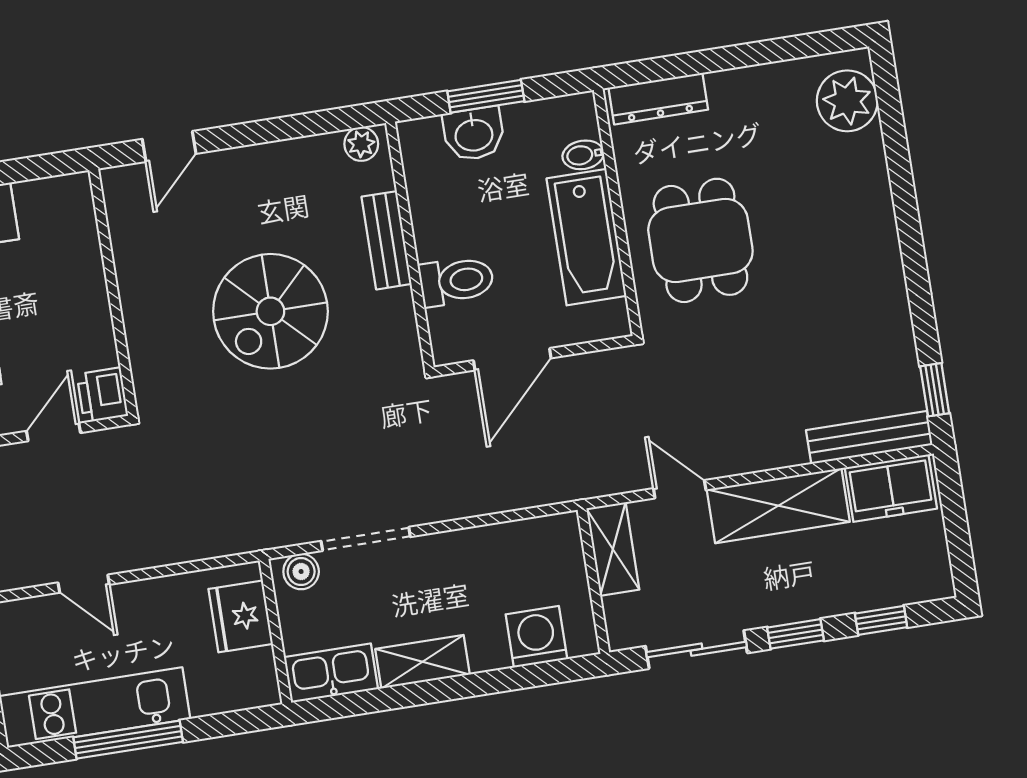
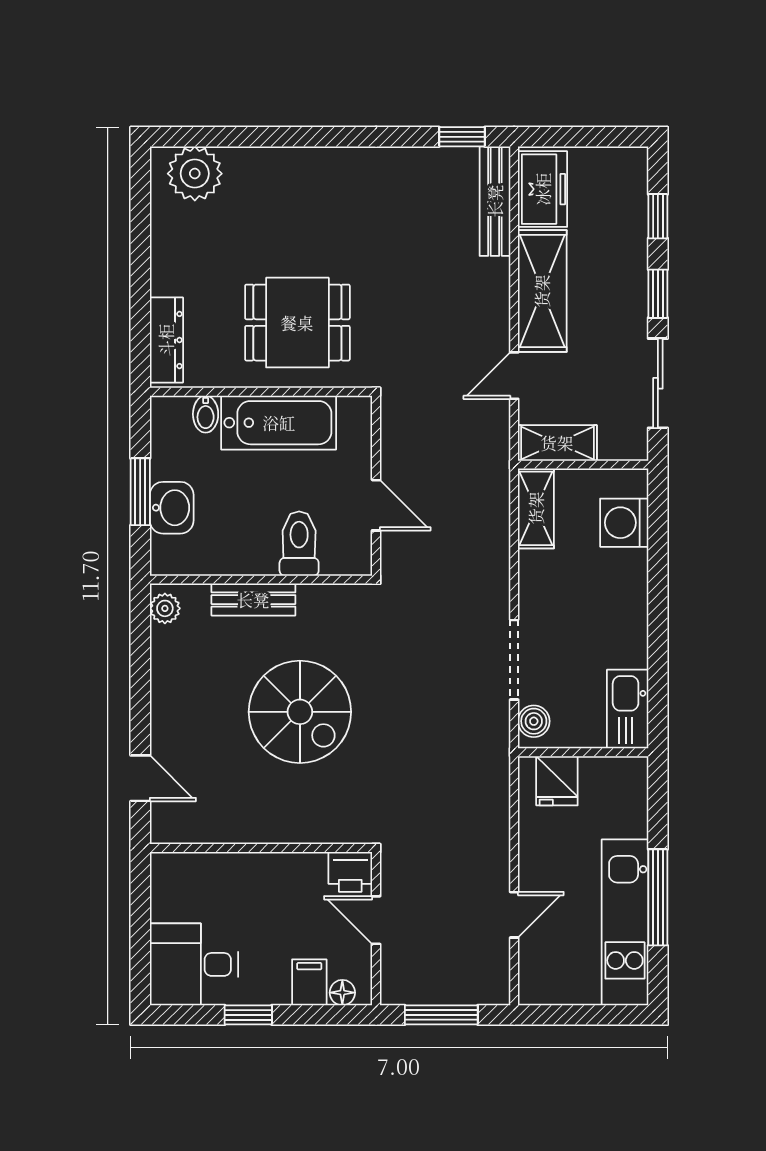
door: (512, 359) -> (376, 505), width x0.73
fridge: (241, 616) -> (557, 781), width x0.72
shelving: (422, 662) -> (536, 508), moved

